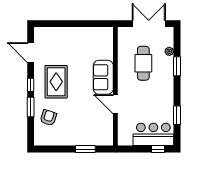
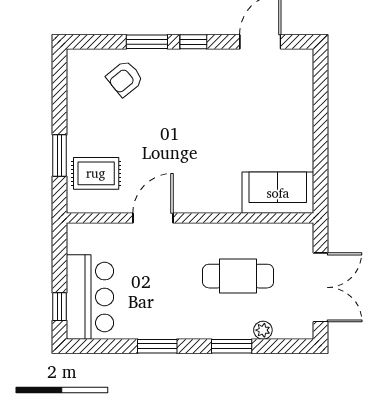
sofa: (103, 77) -> (278, 193), moved
rug: (56, 82) -> (96, 173), moved, width x0.73, depth x0.70
window: (177, 115) -> (157, 346), moved
armchair: (48, 118) -> (125, 78), turned 123

